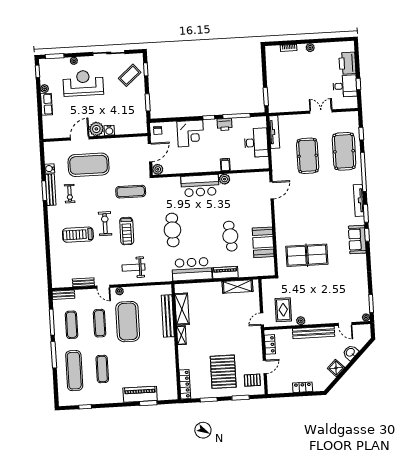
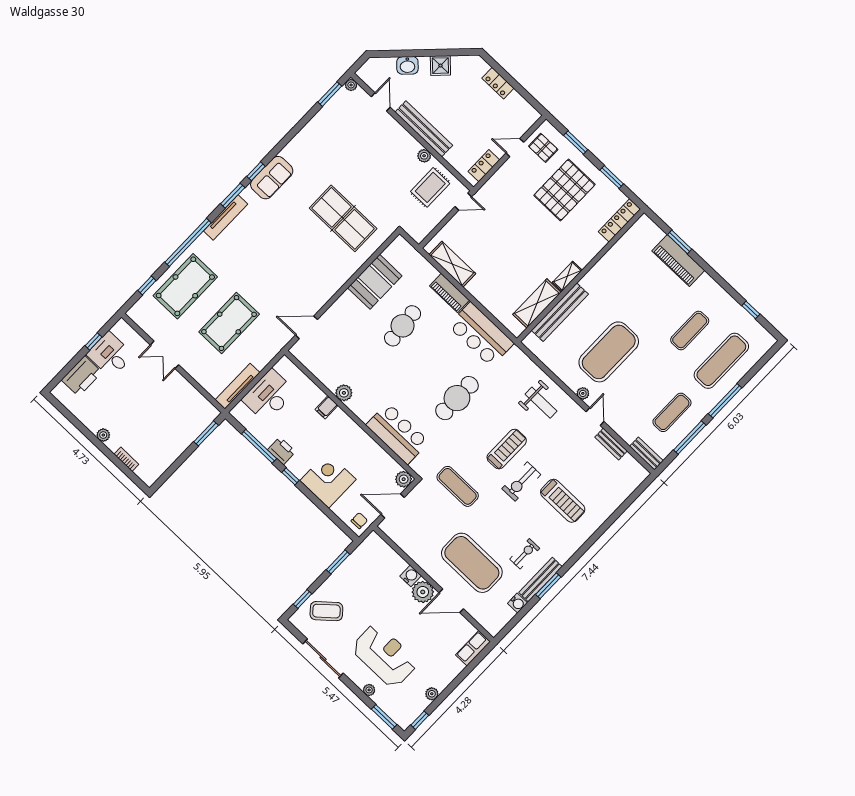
reception desk: (83, 83) -> (385, 656), turned 180
row of seats: (47, 104) -> (473, 648), moved
bar counter: (200, 186) -> (398, 433), moved
exercise mat: (100, 323) -> (640, 382), removed

